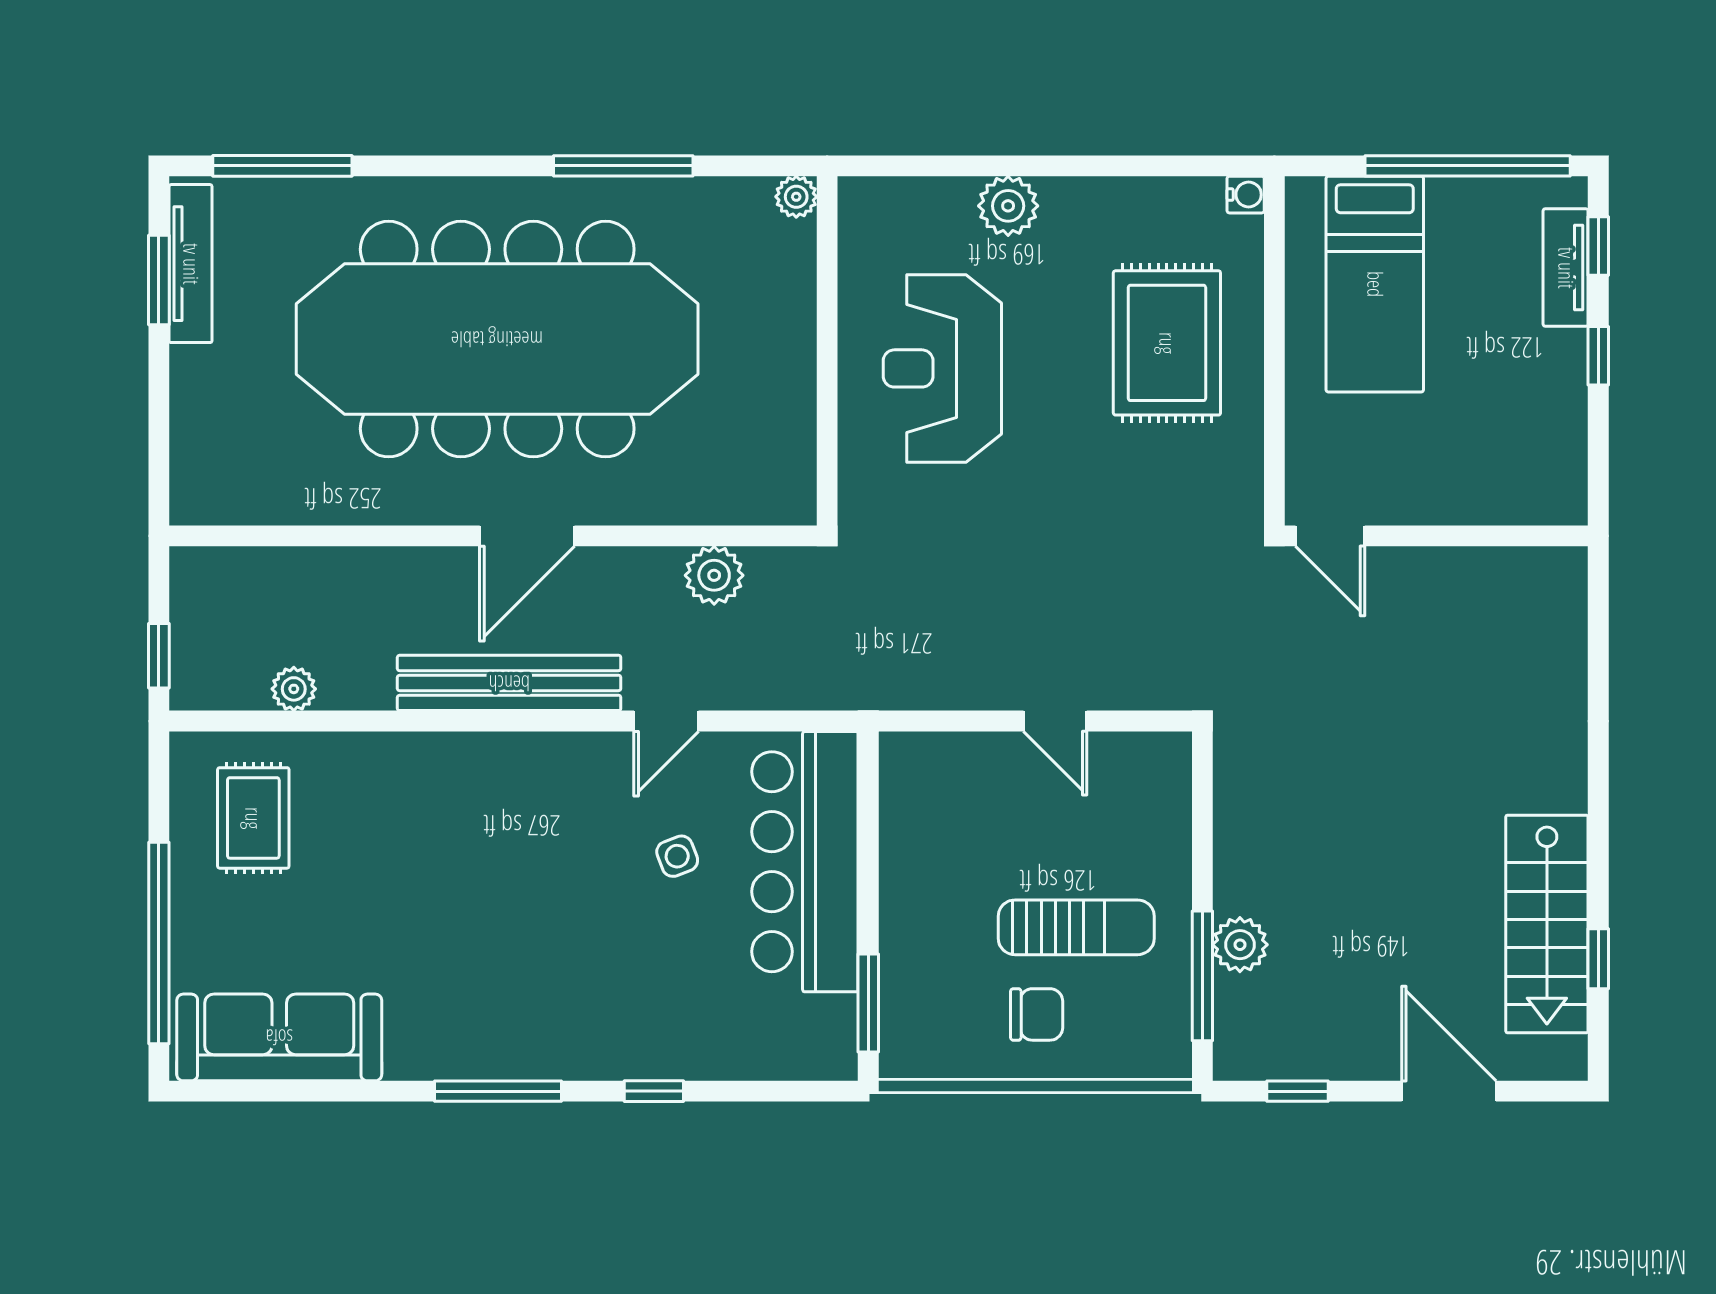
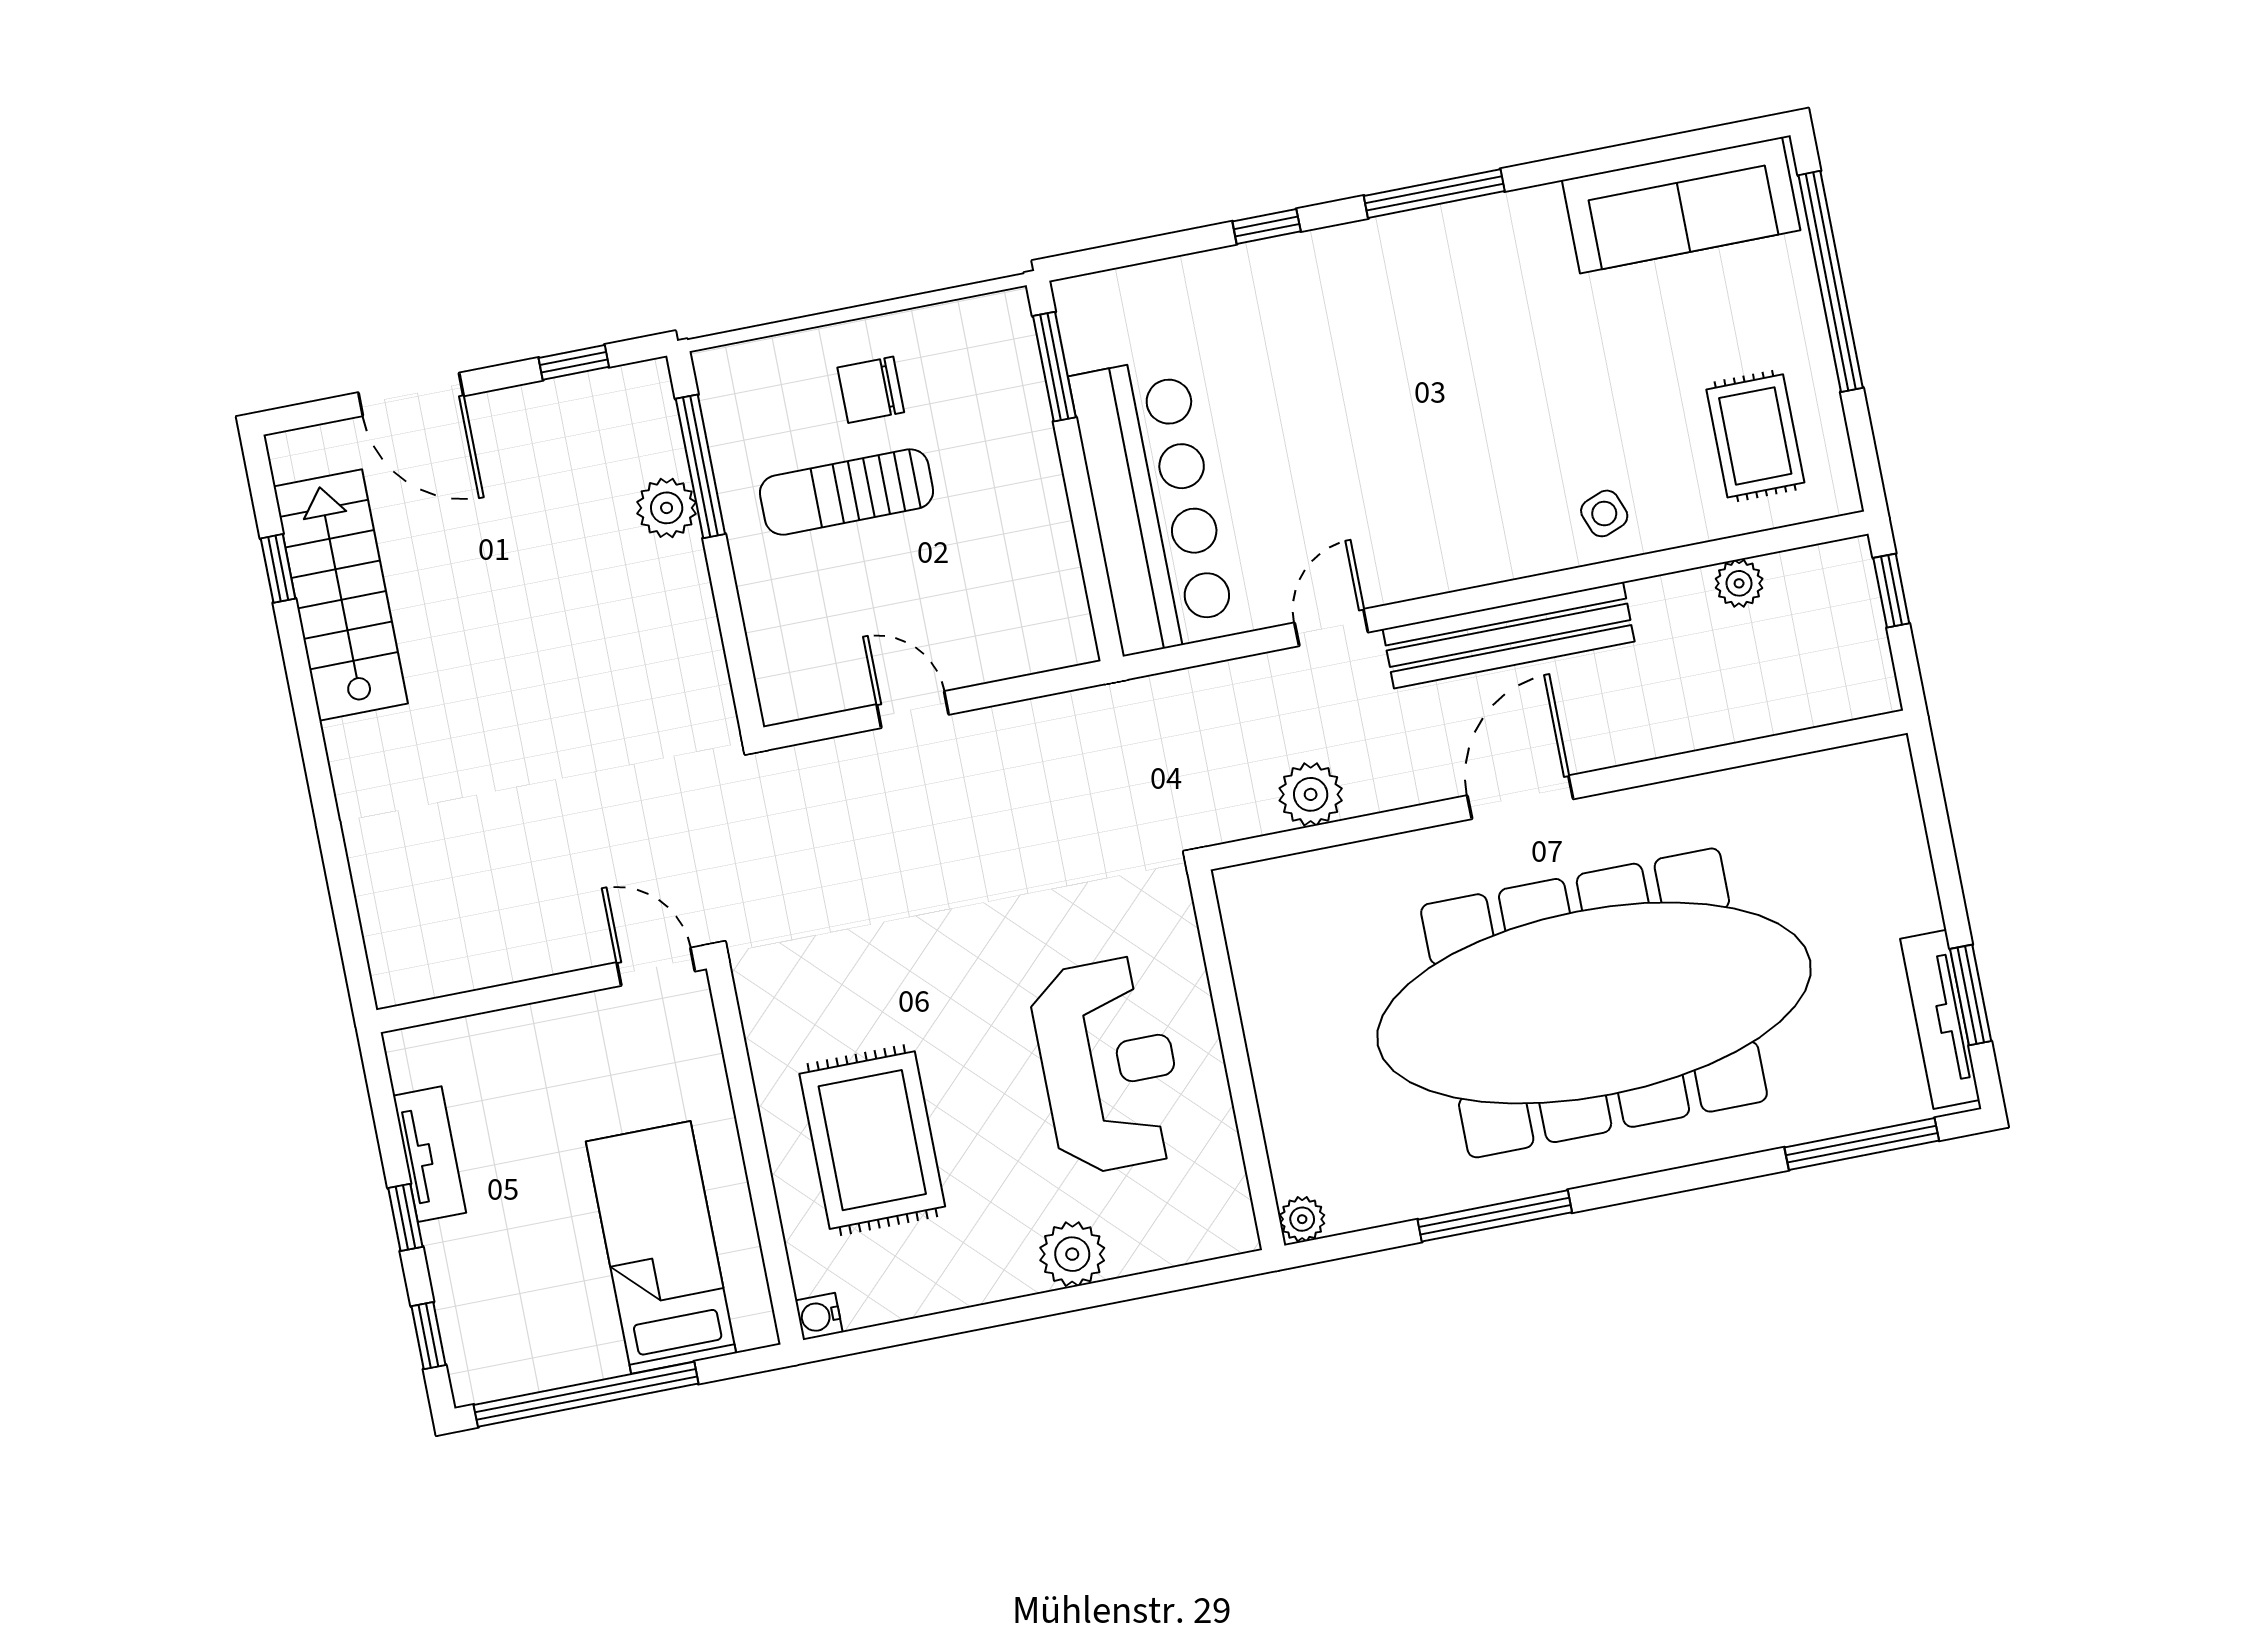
tv unit: (1566, 268) -> (430, 1154), moved
side table: (677, 856) -> (1604, 513), moved

